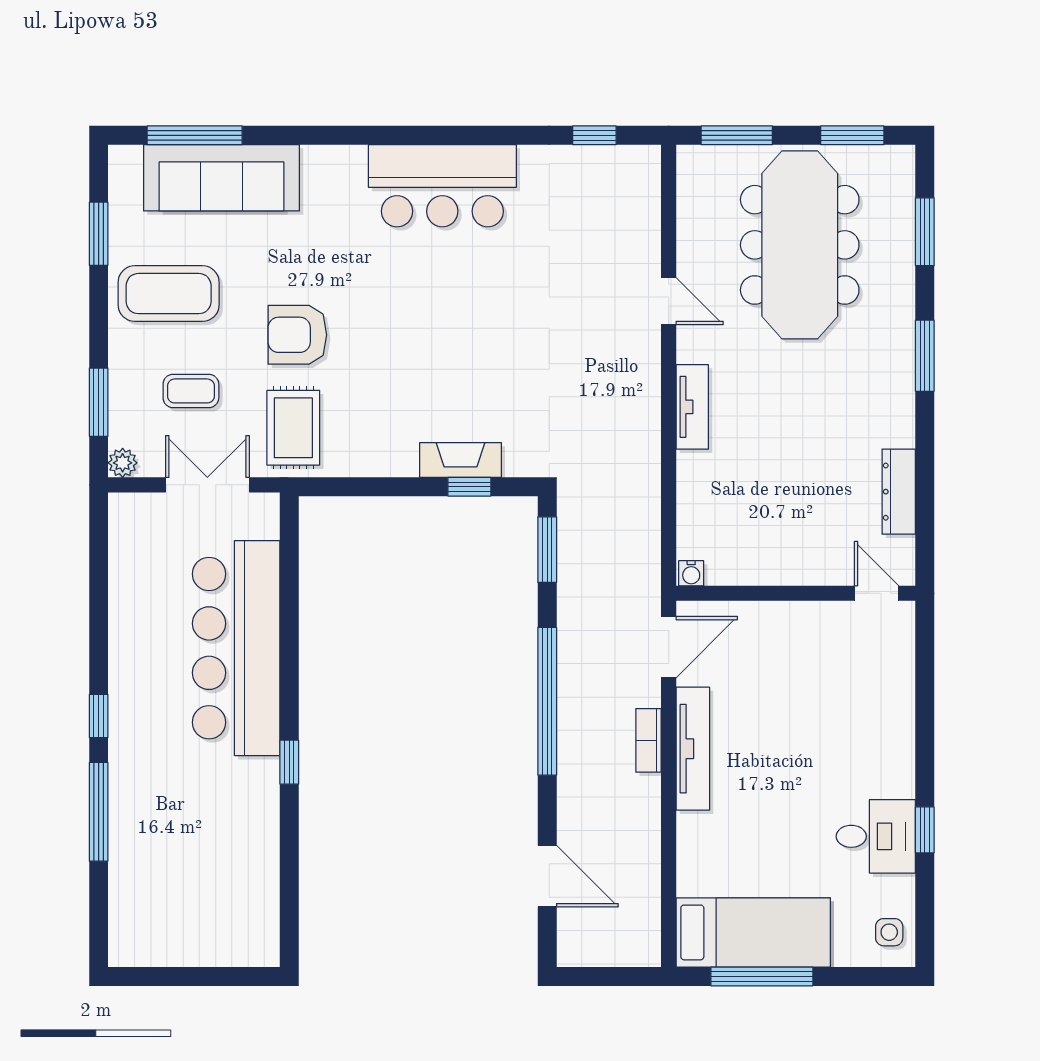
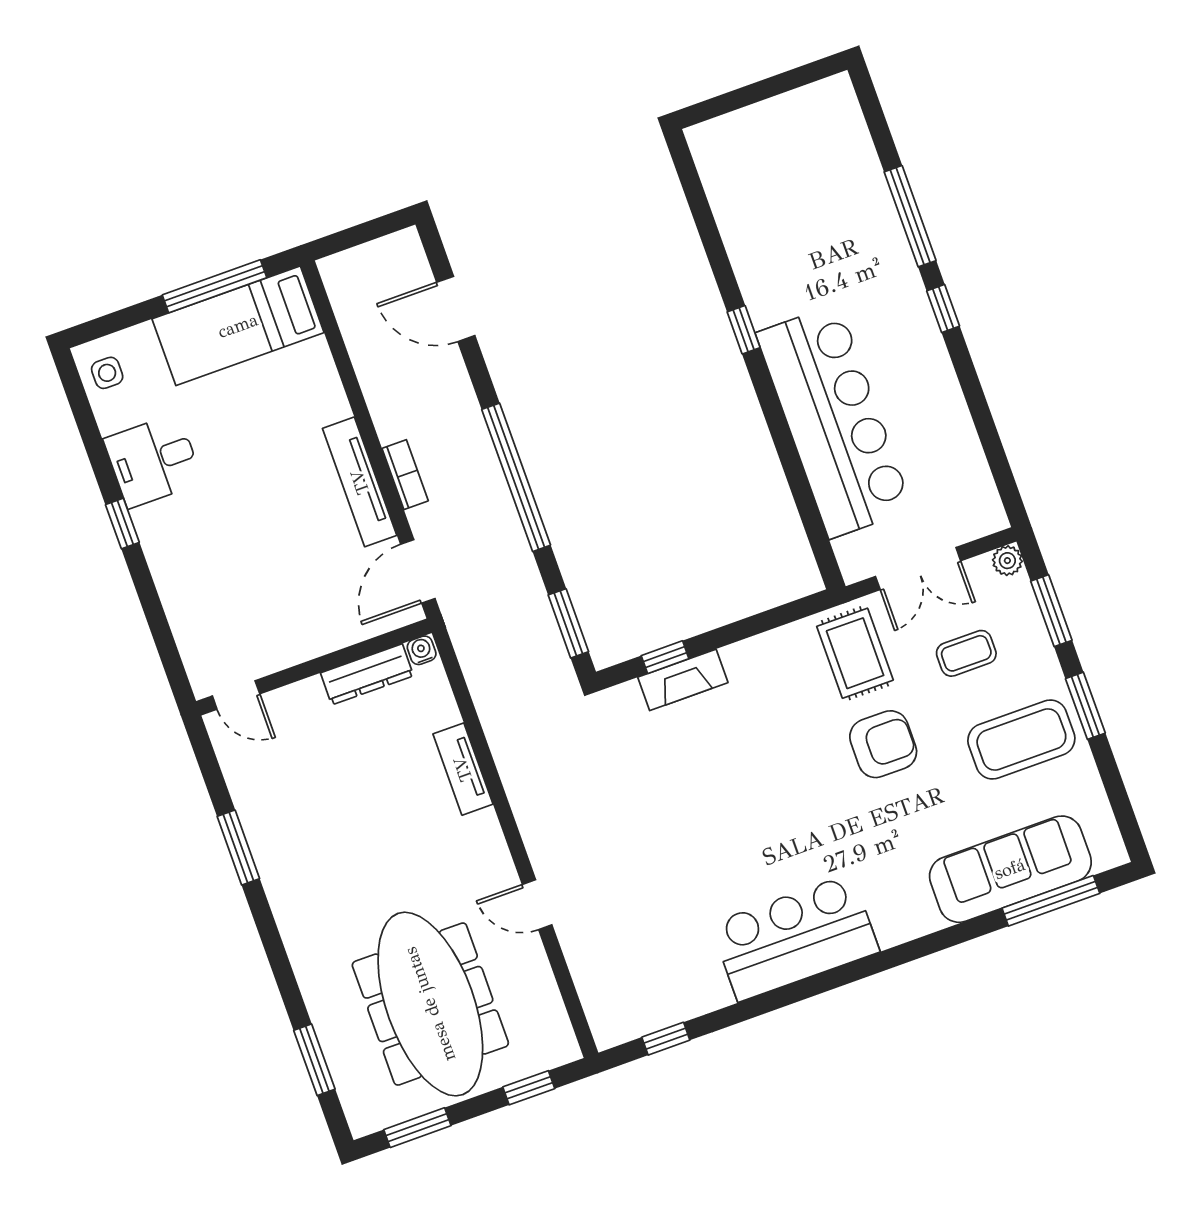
window: (737, 135) -> (529, 1088), width x0.67
window: (99, 234) -> (1085, 706), moved
window: (925, 356) -> (238, 848), moved
tv unit: (692, 407) -> (463, 769), moved
dresser: (899, 492) -> (367, 674), moved, turned 90
window: (925, 830) -> (122, 523), moved

